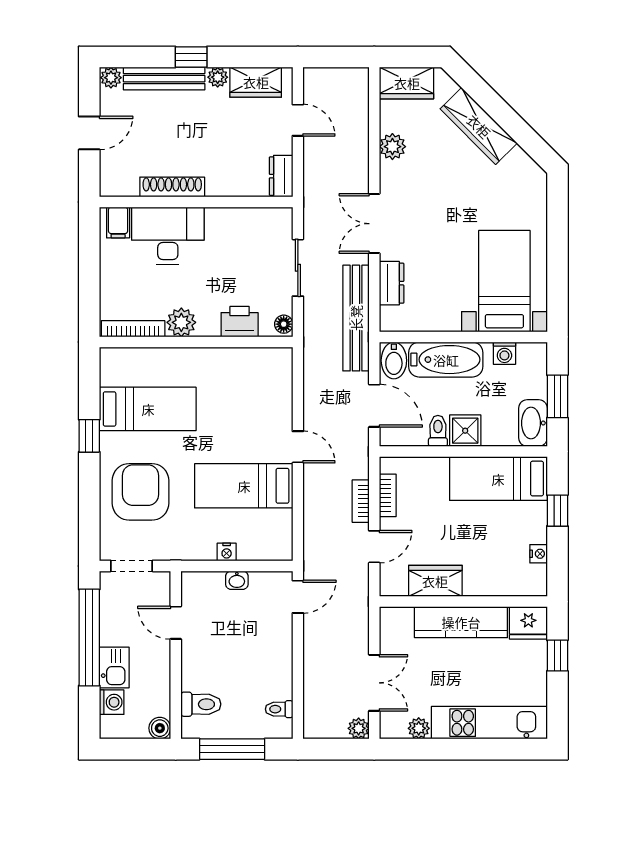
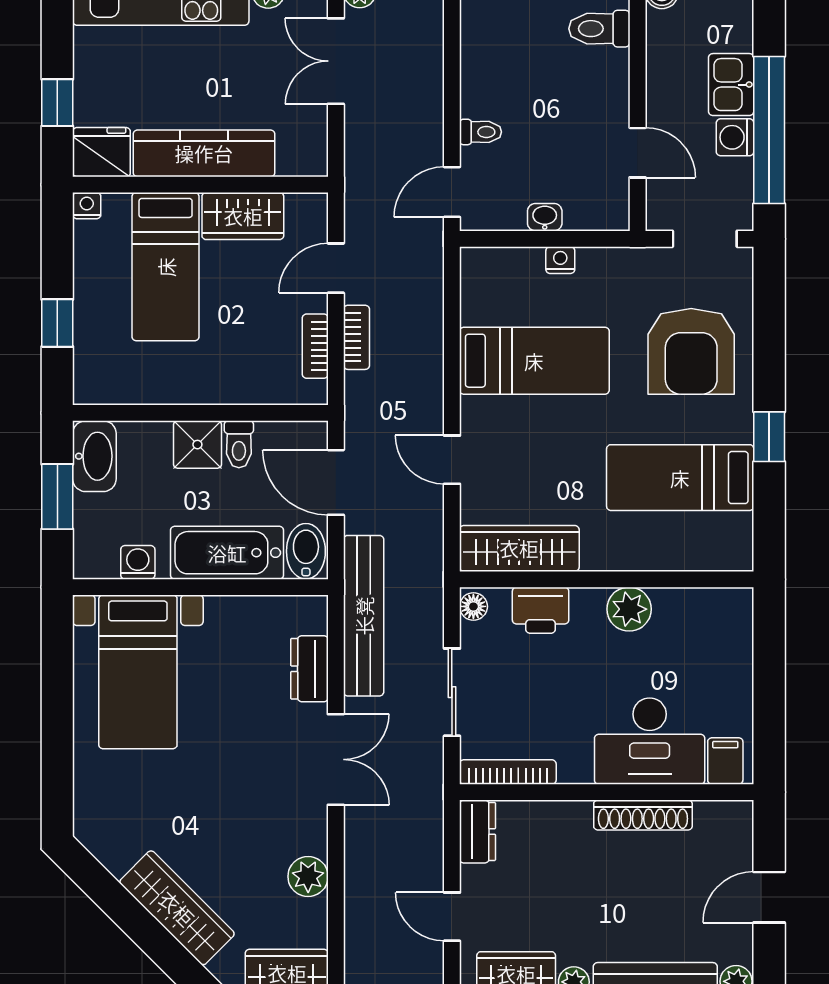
bookcase: (133, 329) -> (508, 772), moved, turned 180
wardrobe: (254, 362) -> (519, 548), added
door: (298, 447) -> (452, 460), moved
bed: (498, 479) -> (166, 267), moved, turned 90
nightstand: (539, 554) -> (87, 206), moved, turned 90
washing machine: (112, 702) -> (735, 137), moved
toilet: (279, 709) -> (480, 132), moved

